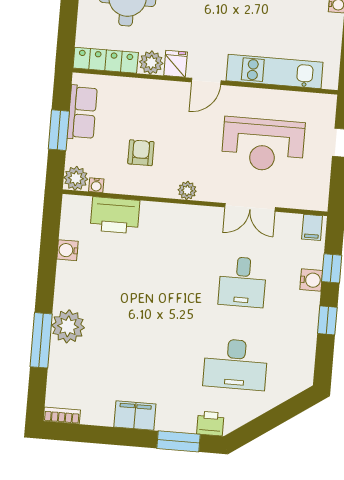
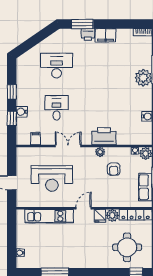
reception desk: (263, 145) -> (52, 179), turned 180
plant: (187, 190) -> (100, 152), moved
double door: (250, 207) -> (68, 146), moved
printer: (115, 215) -> (104, 136), moved
filing cabinet: (312, 227) -> (36, 139), moved
printer: (210, 423) -> (88, 34), moved

